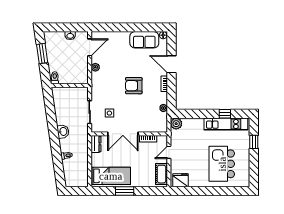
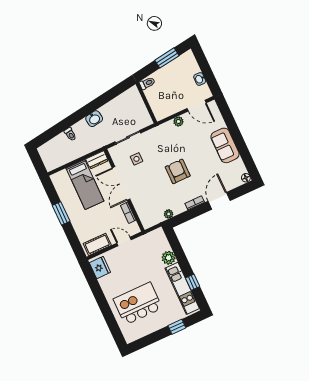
sofa: (144, 40) -> (225, 145), moved
plant: (176, 124) -> (169, 258), moved
bed: (111, 176) -> (85, 185), moved

